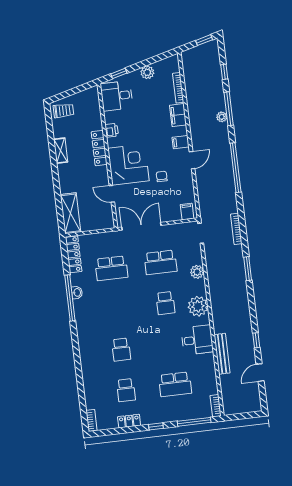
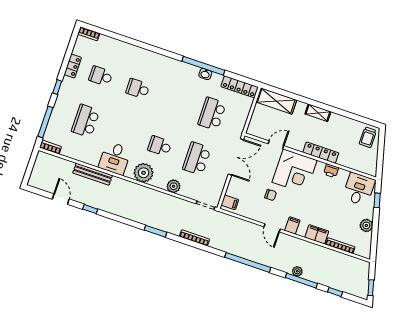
shelving: (61, 151) -> (318, 113), moved

